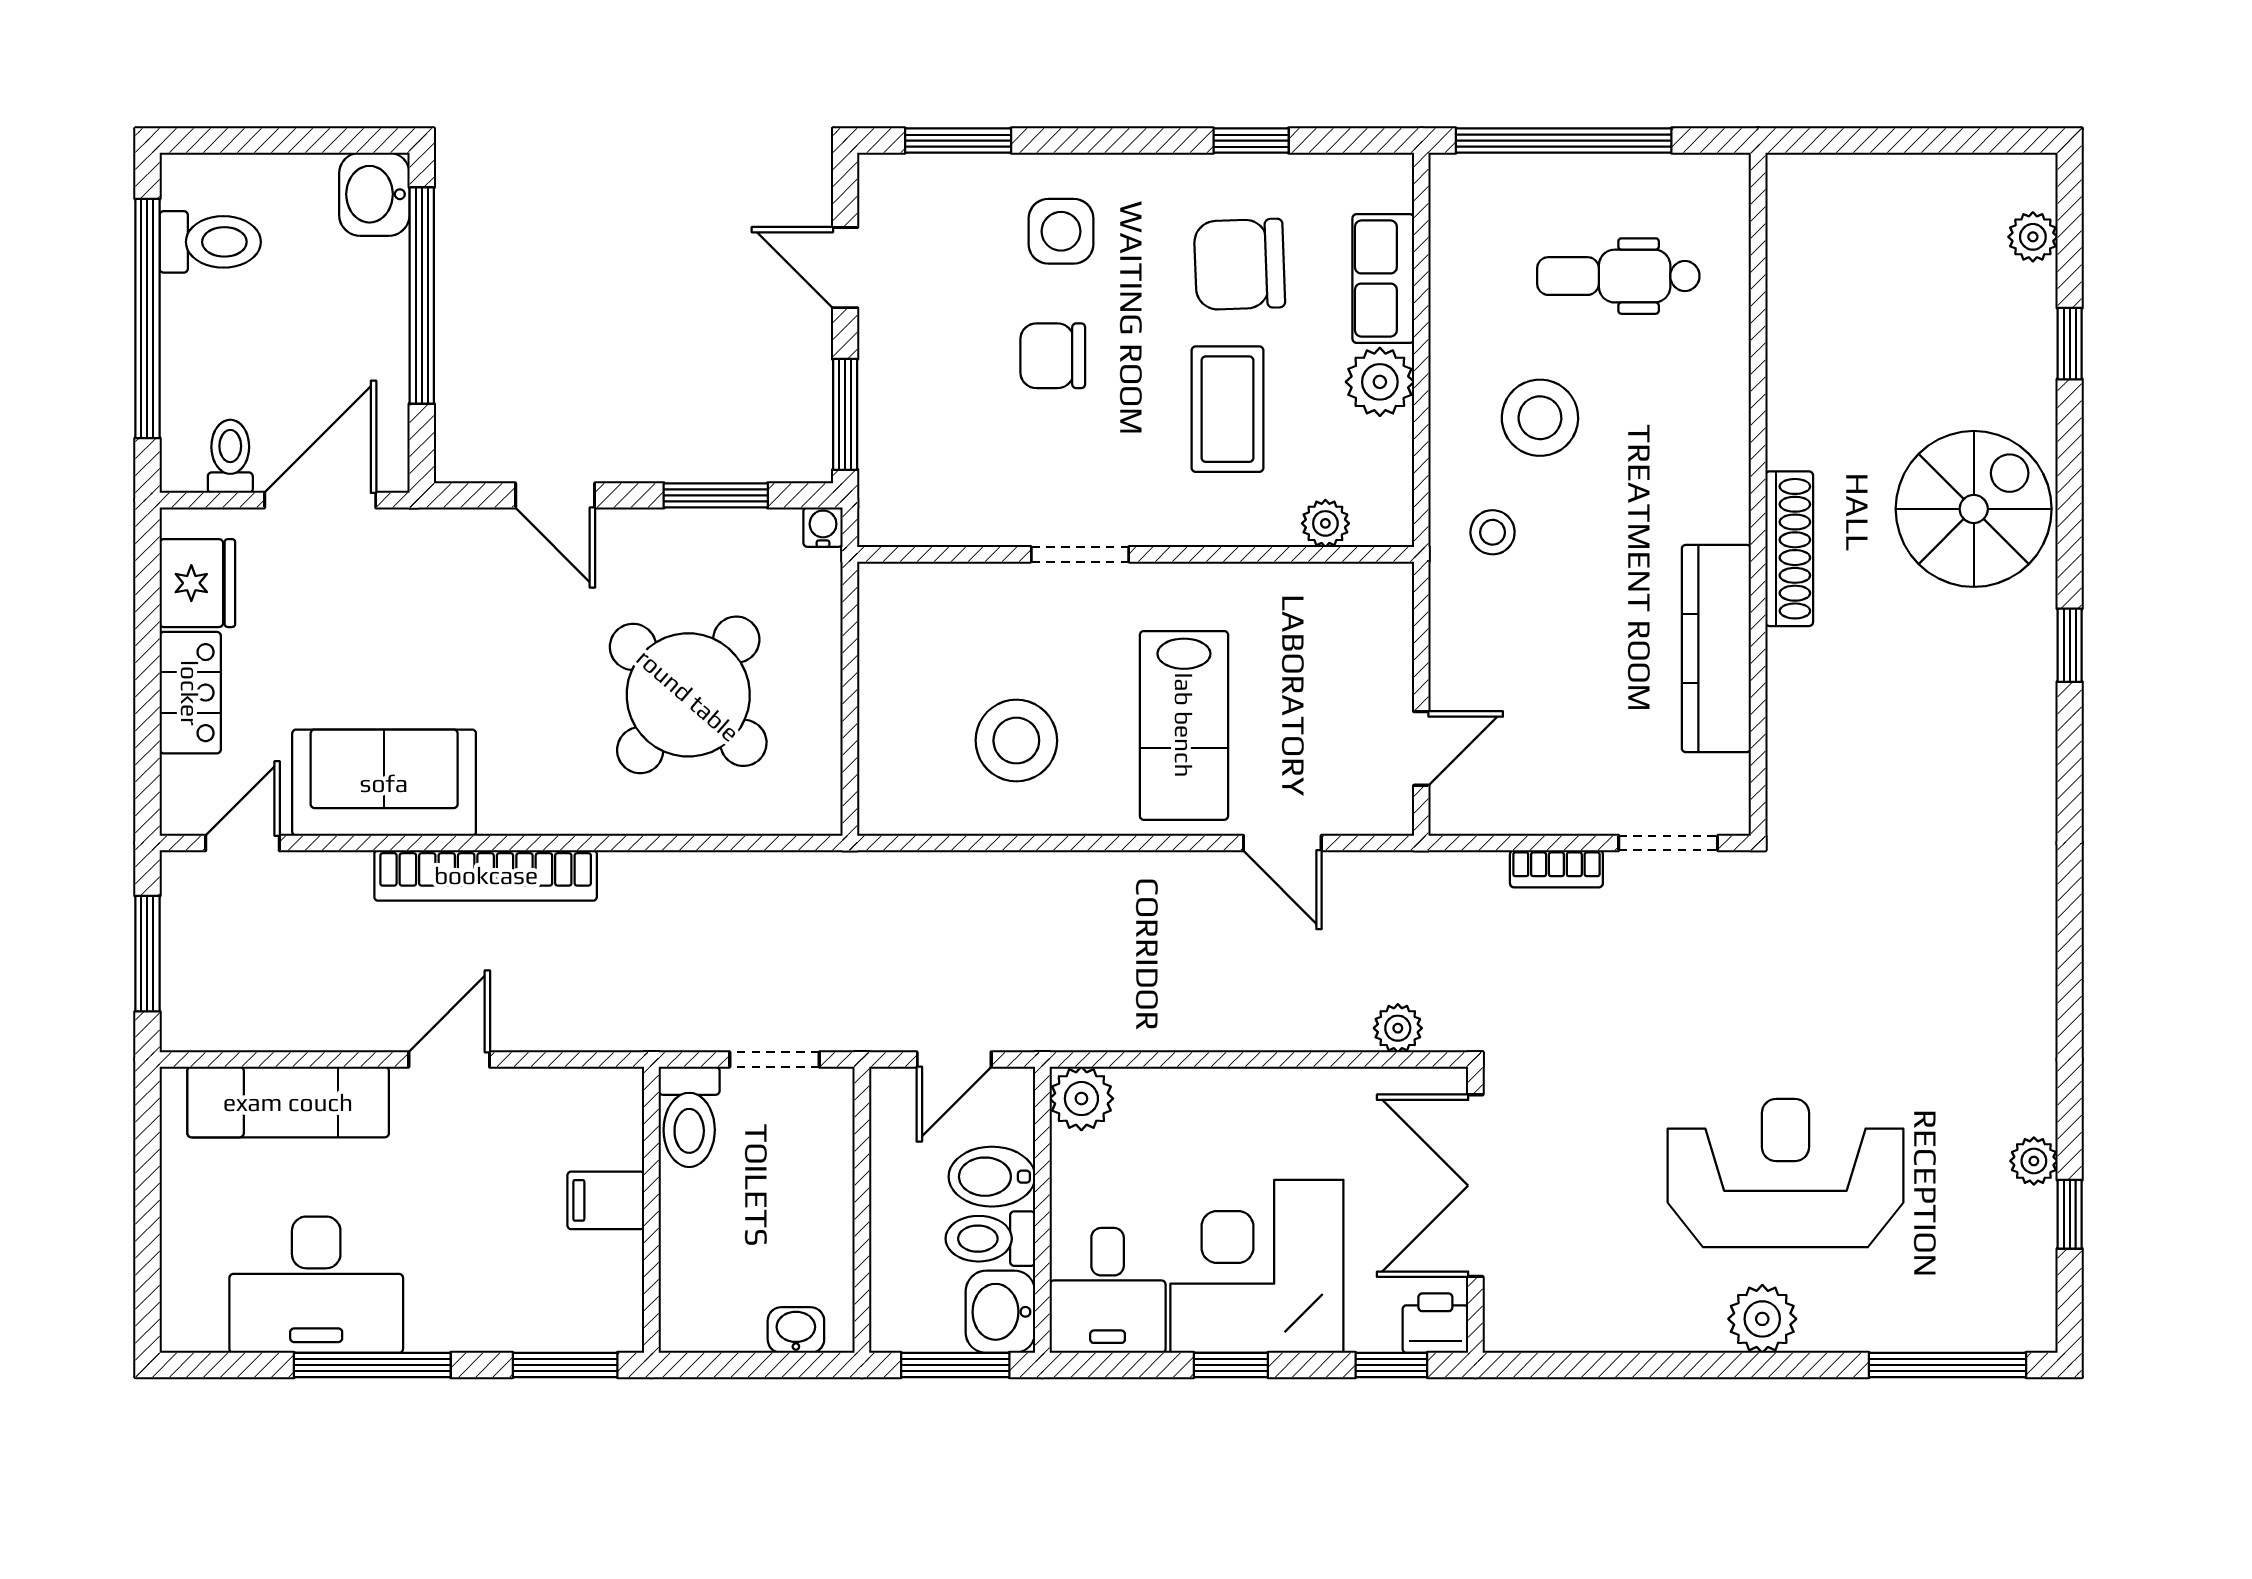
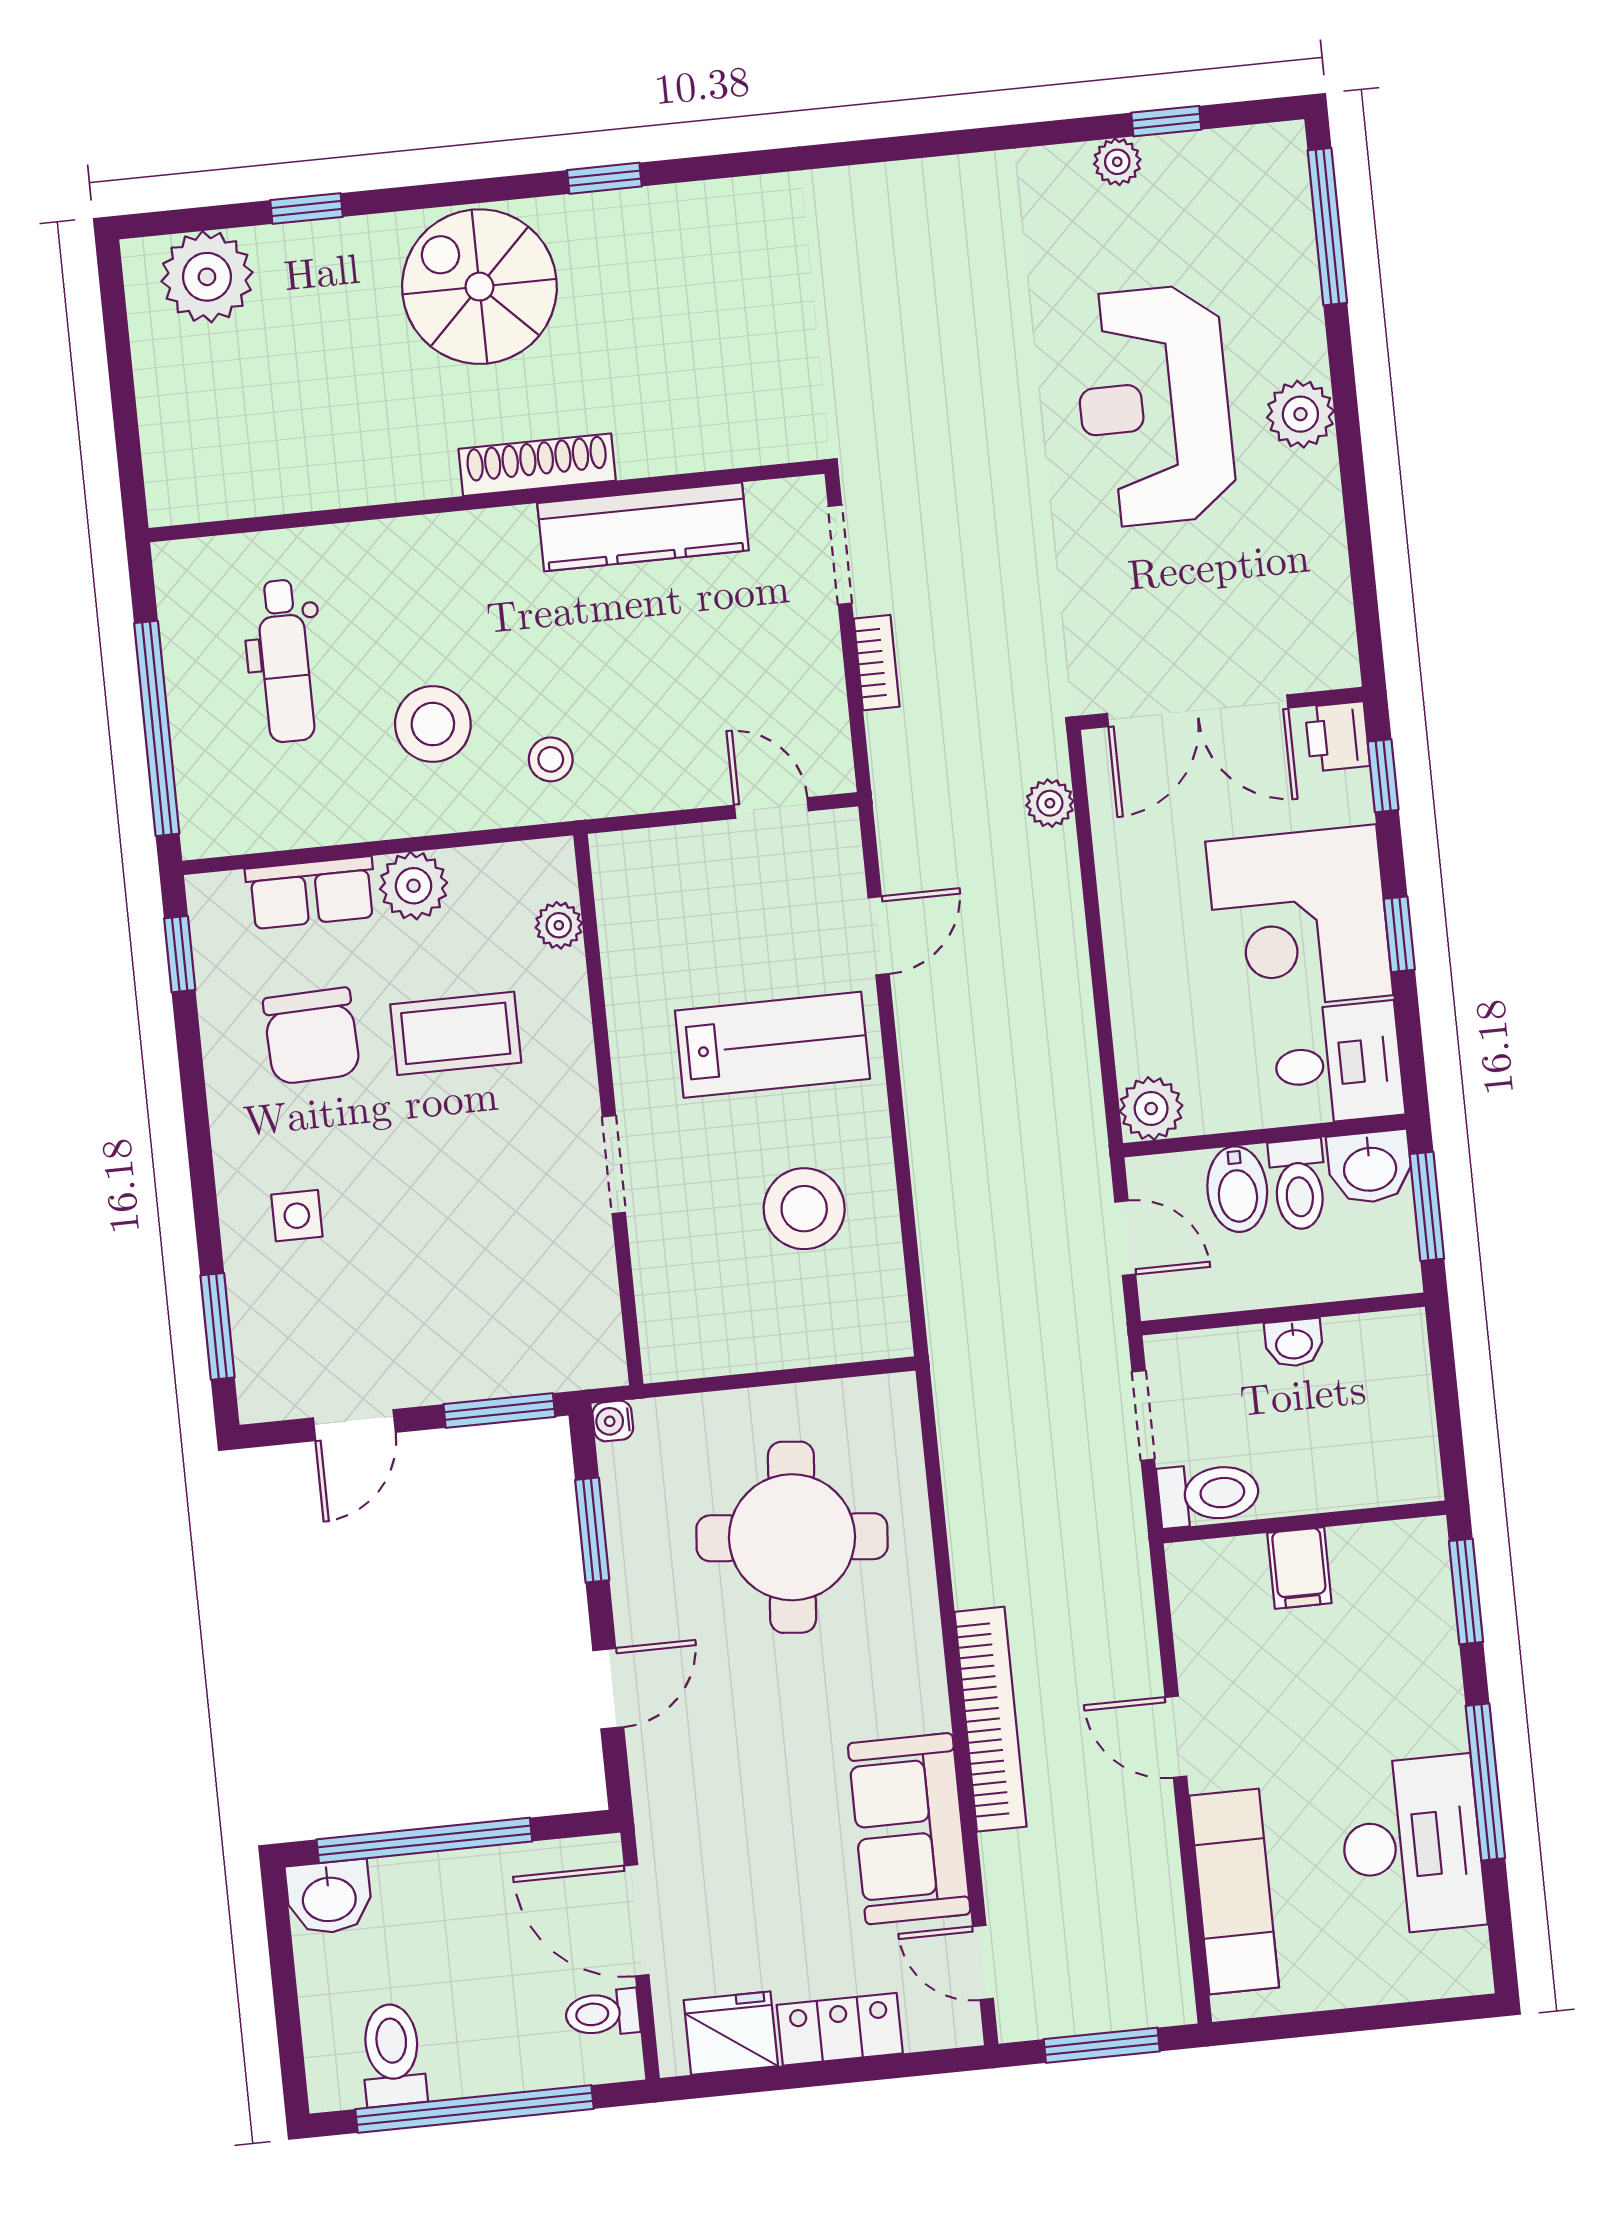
window: (1251, 141) -> (180, 954), moved
side table: (1061, 231) -> (297, 1216), width x0.73, depth x0.73
plant: (2033, 237) -> (207, 277), width x1.88, depth x1.88
chair: (1053, 356) -> (421, 1211), removed
round table: (688, 695) -> (792, 1537), turned -36
washbasin: (796, 1330) -> (1294, 1343), moved, turned -90

